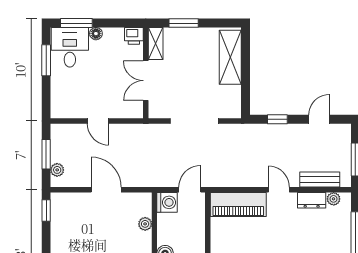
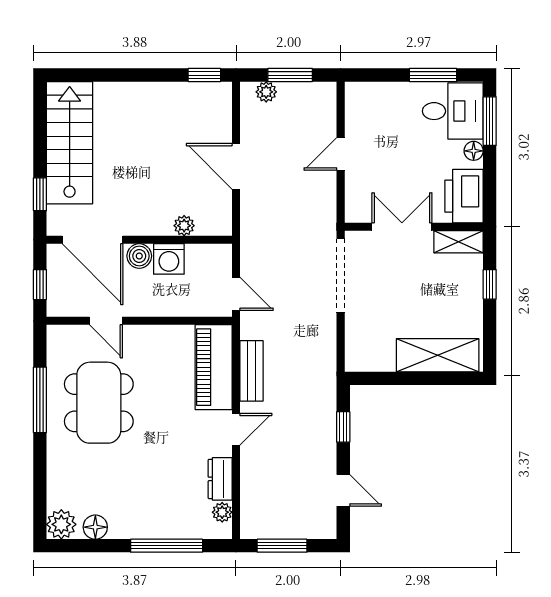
window: (184, 23) -> (490, 284), width x0.67
printer: (134, 36) -> (464, 196), width x1.87, depth x1.48
doorway: (194, 121) -> (341, 276), moved
bench: (320, 180) -> (252, 371), moved
door: (106, 190) -> (236, 166), swing flipped
washing machine: (167, 202) -> (169, 259), moved

